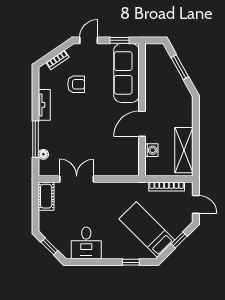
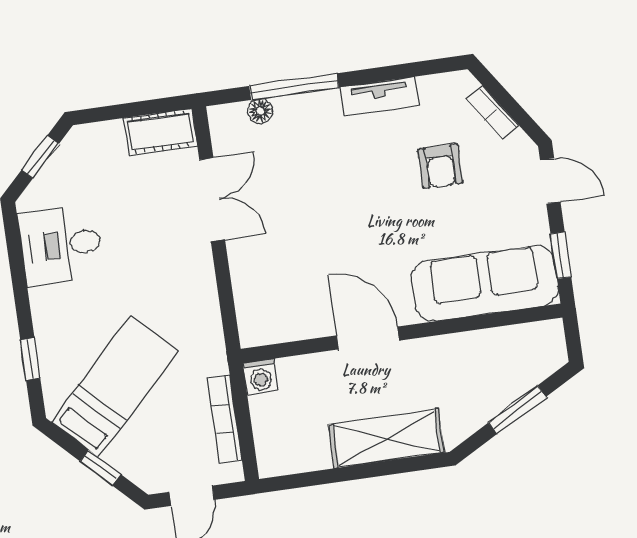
washing machine: (151, 150) -> (260, 376), moved
shelving: (184, 150) -> (386, 439), moved

